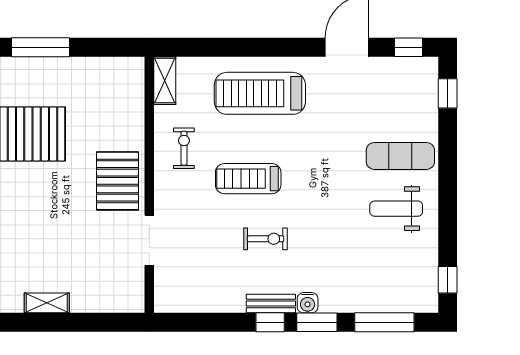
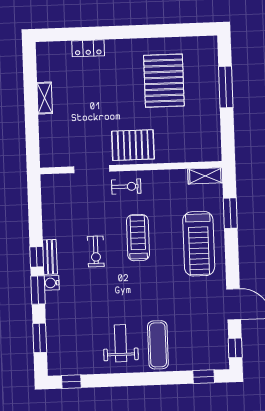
window: (219, 47) -> (230, 213), added
treadmill: (260, 93) -> (199, 244), turned 180
exercise bike: (184, 148) -> (126, 187), moved
window: (384, 322) -> (40, 338), width x0.69

